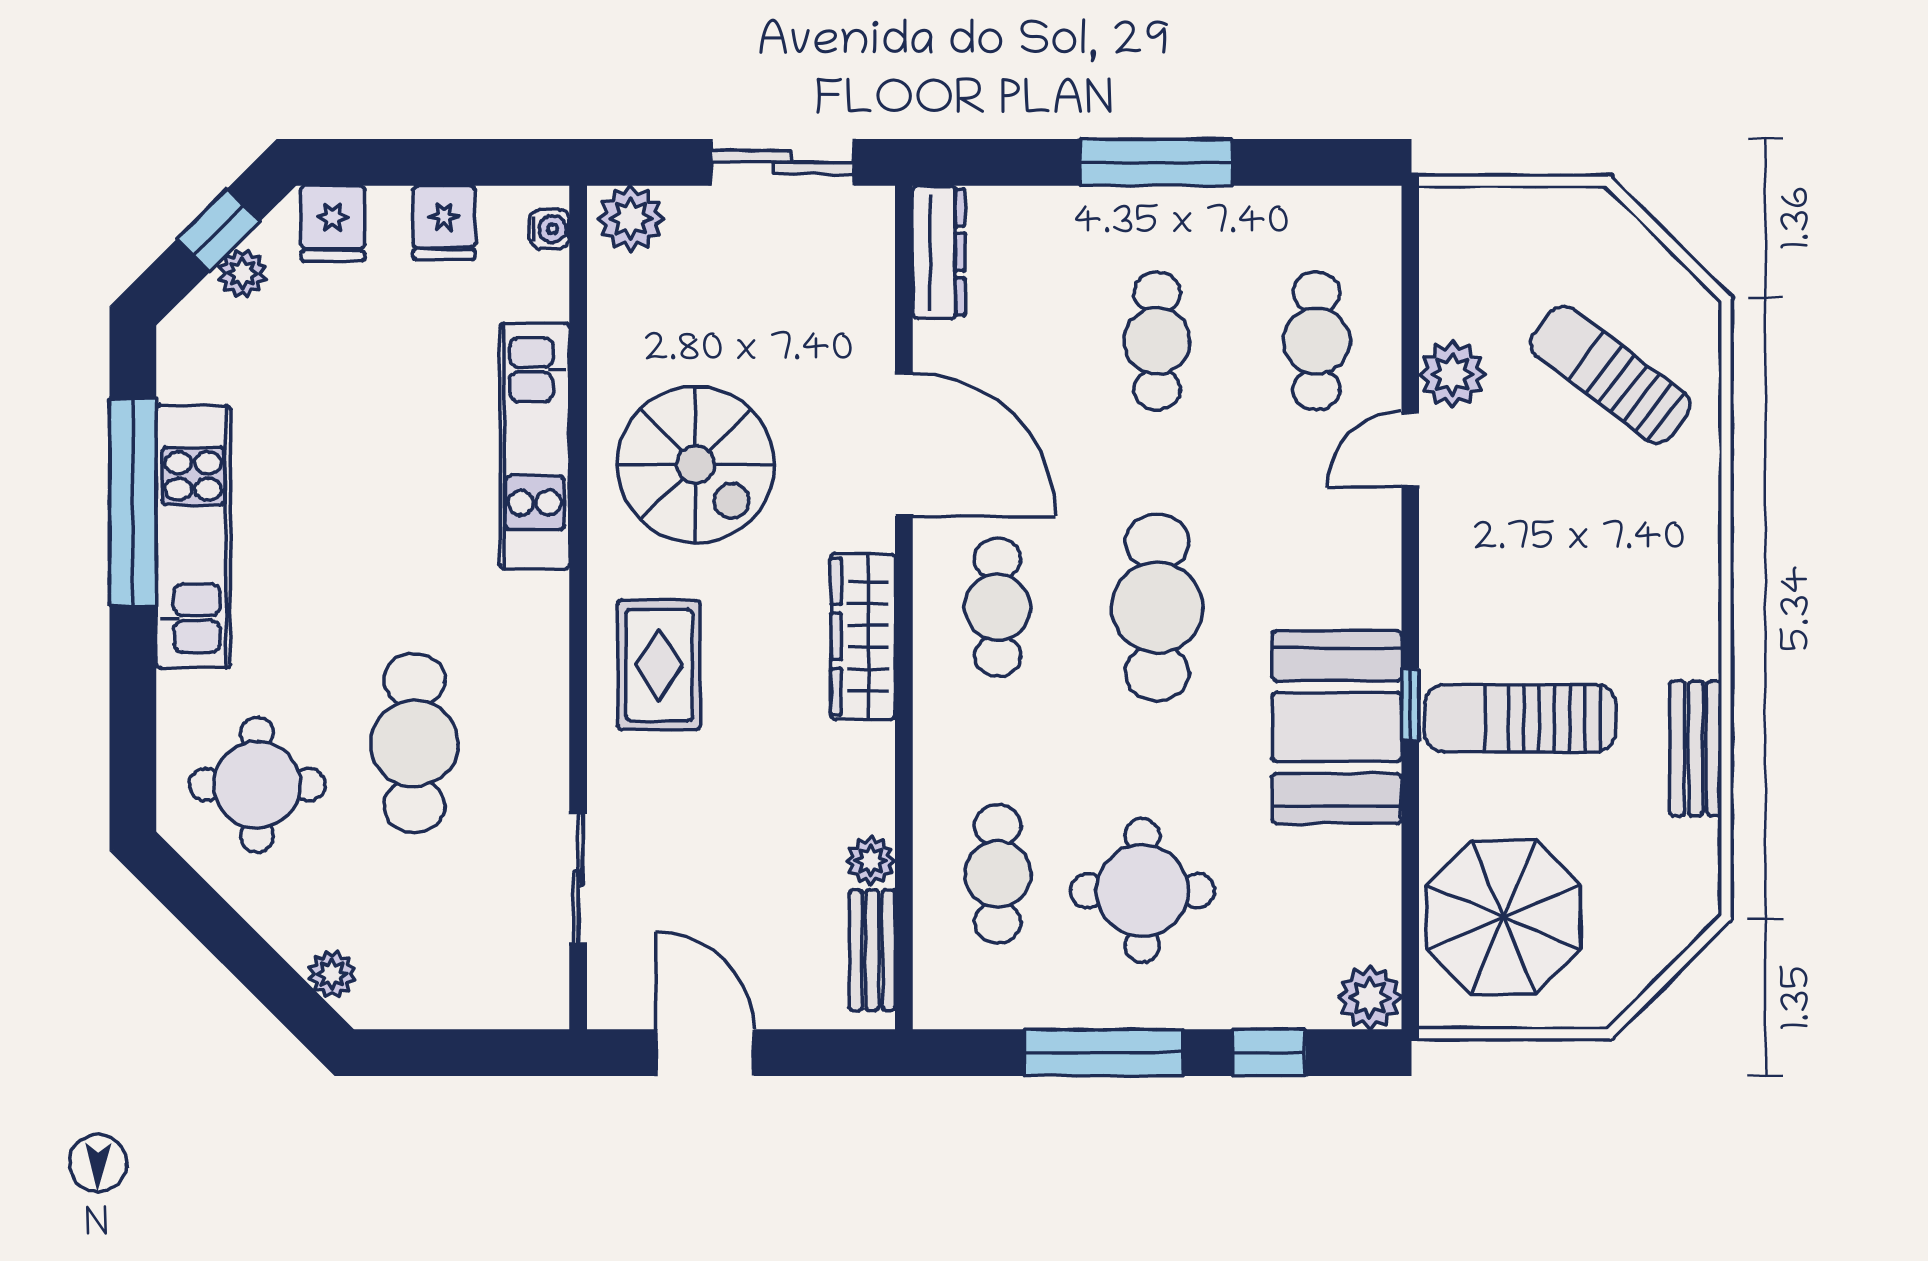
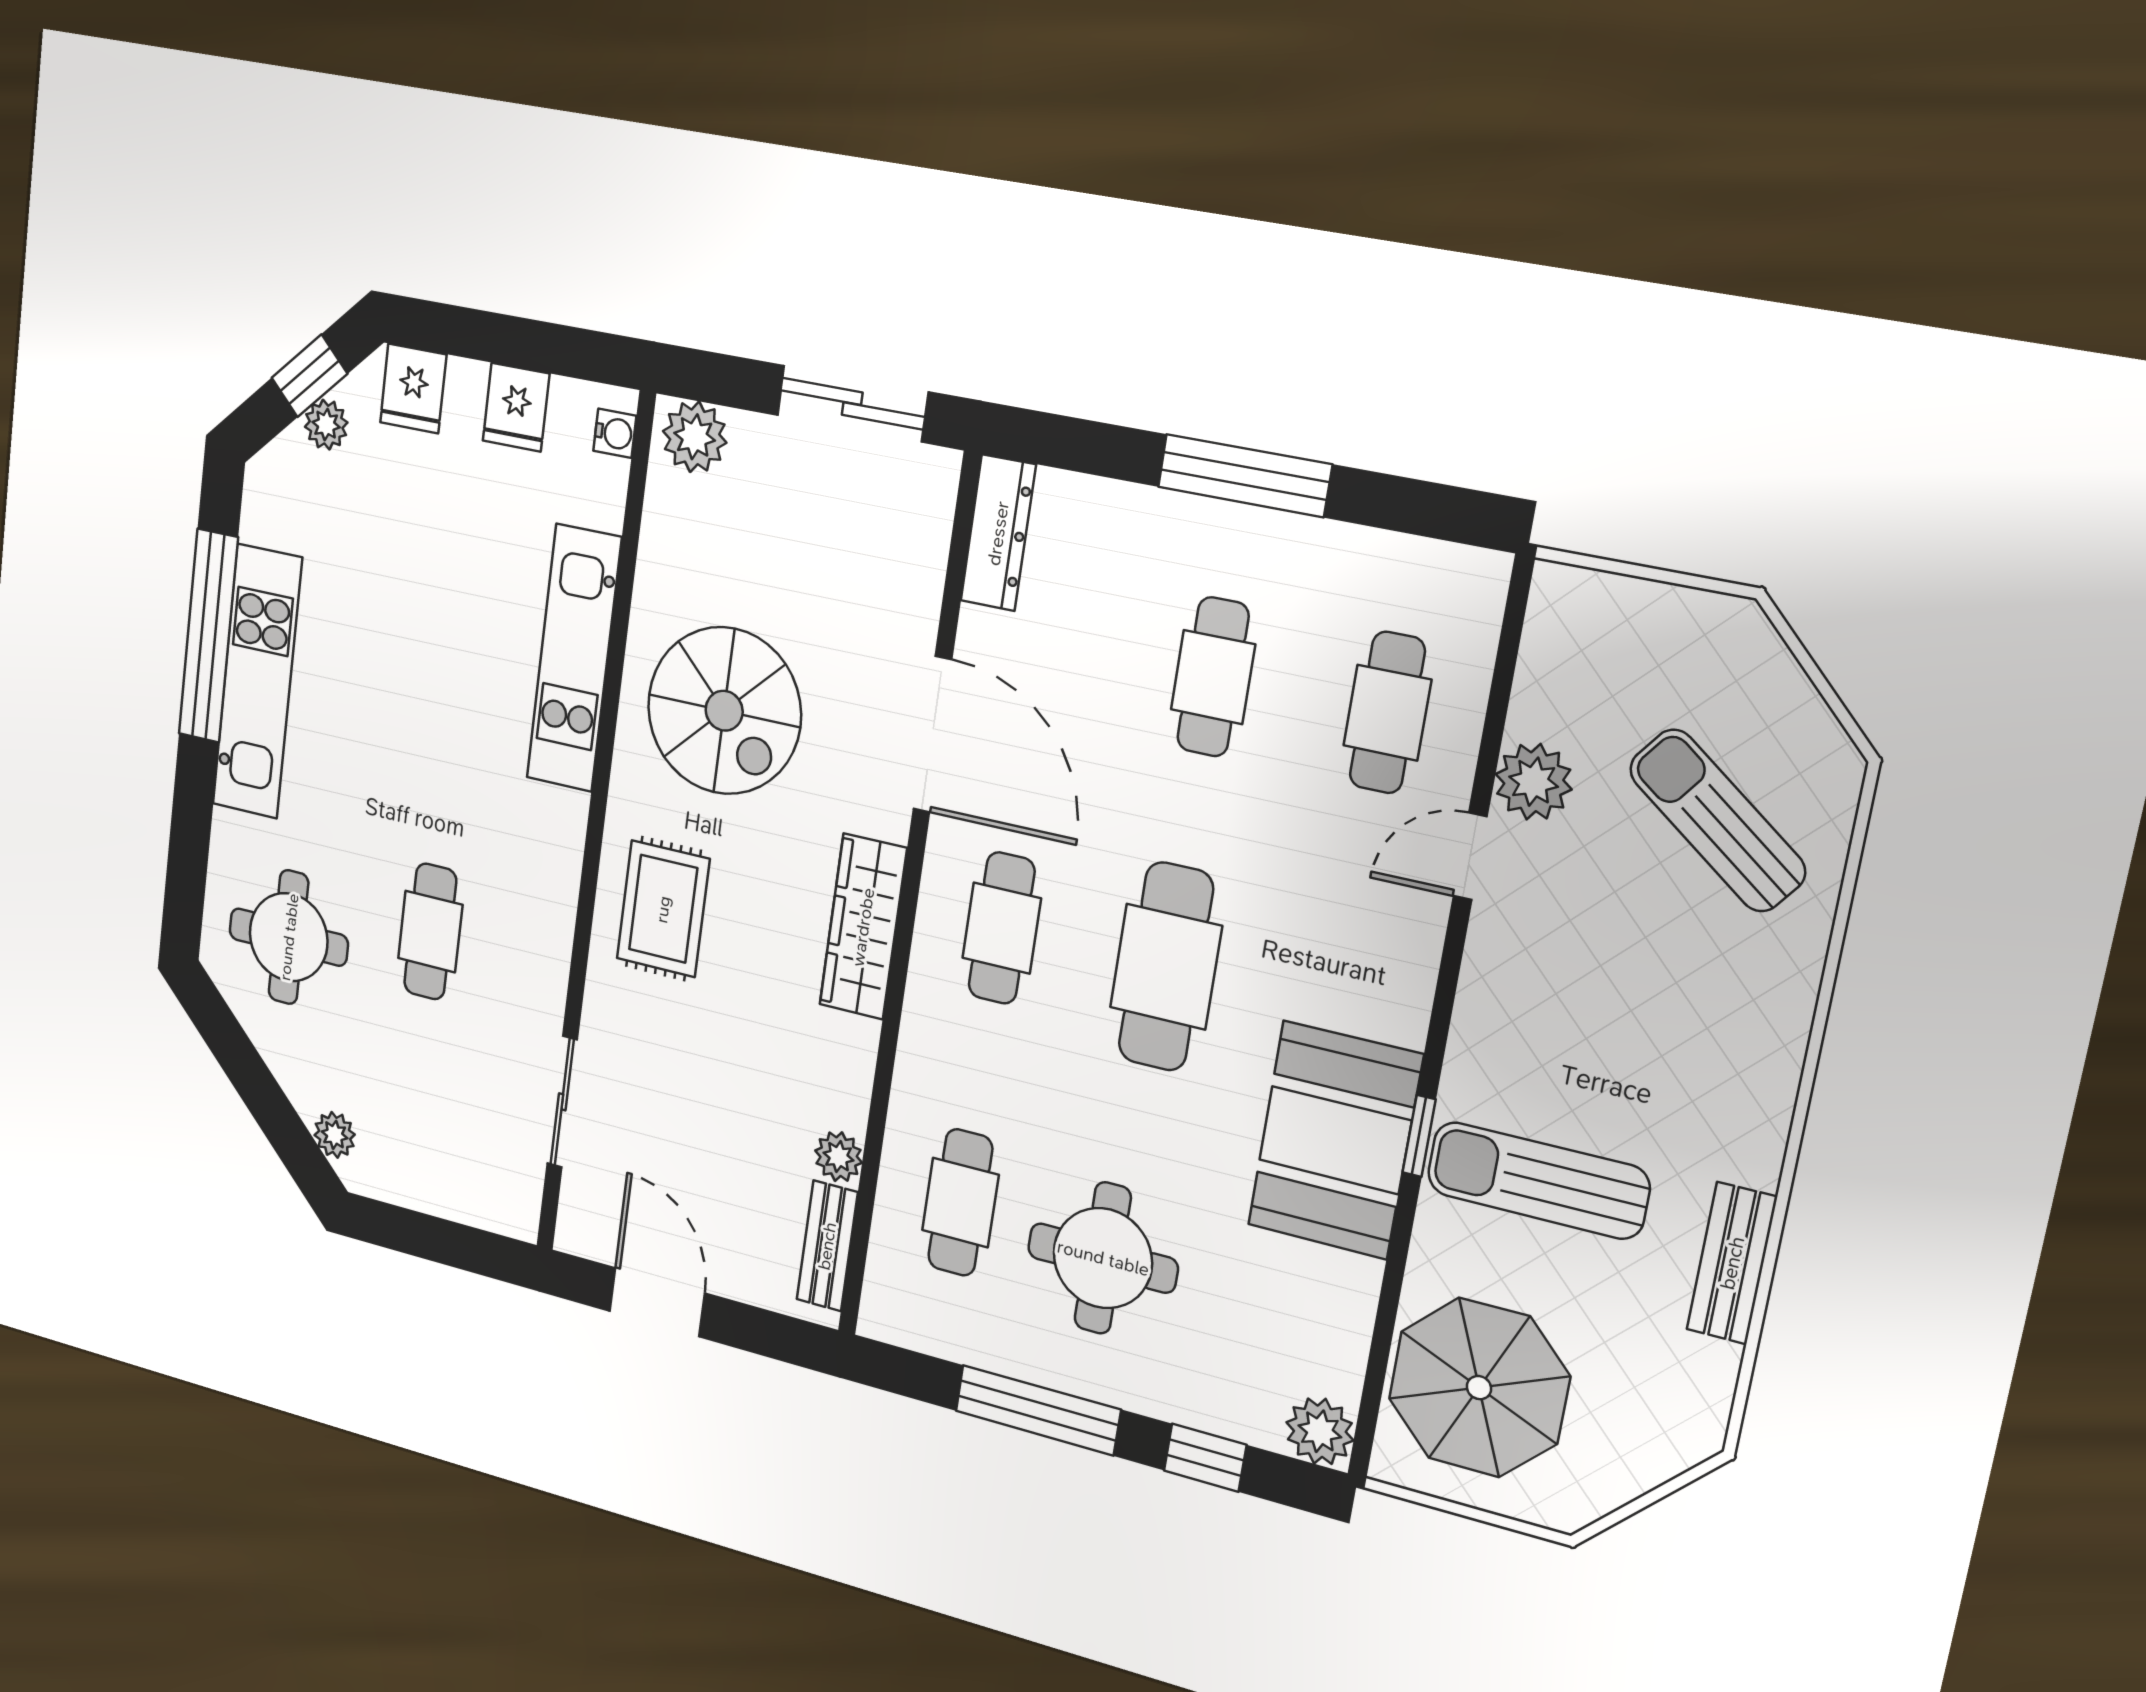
cafe table: (414, 743) -> (430, 932), width x0.73, depth x0.74

